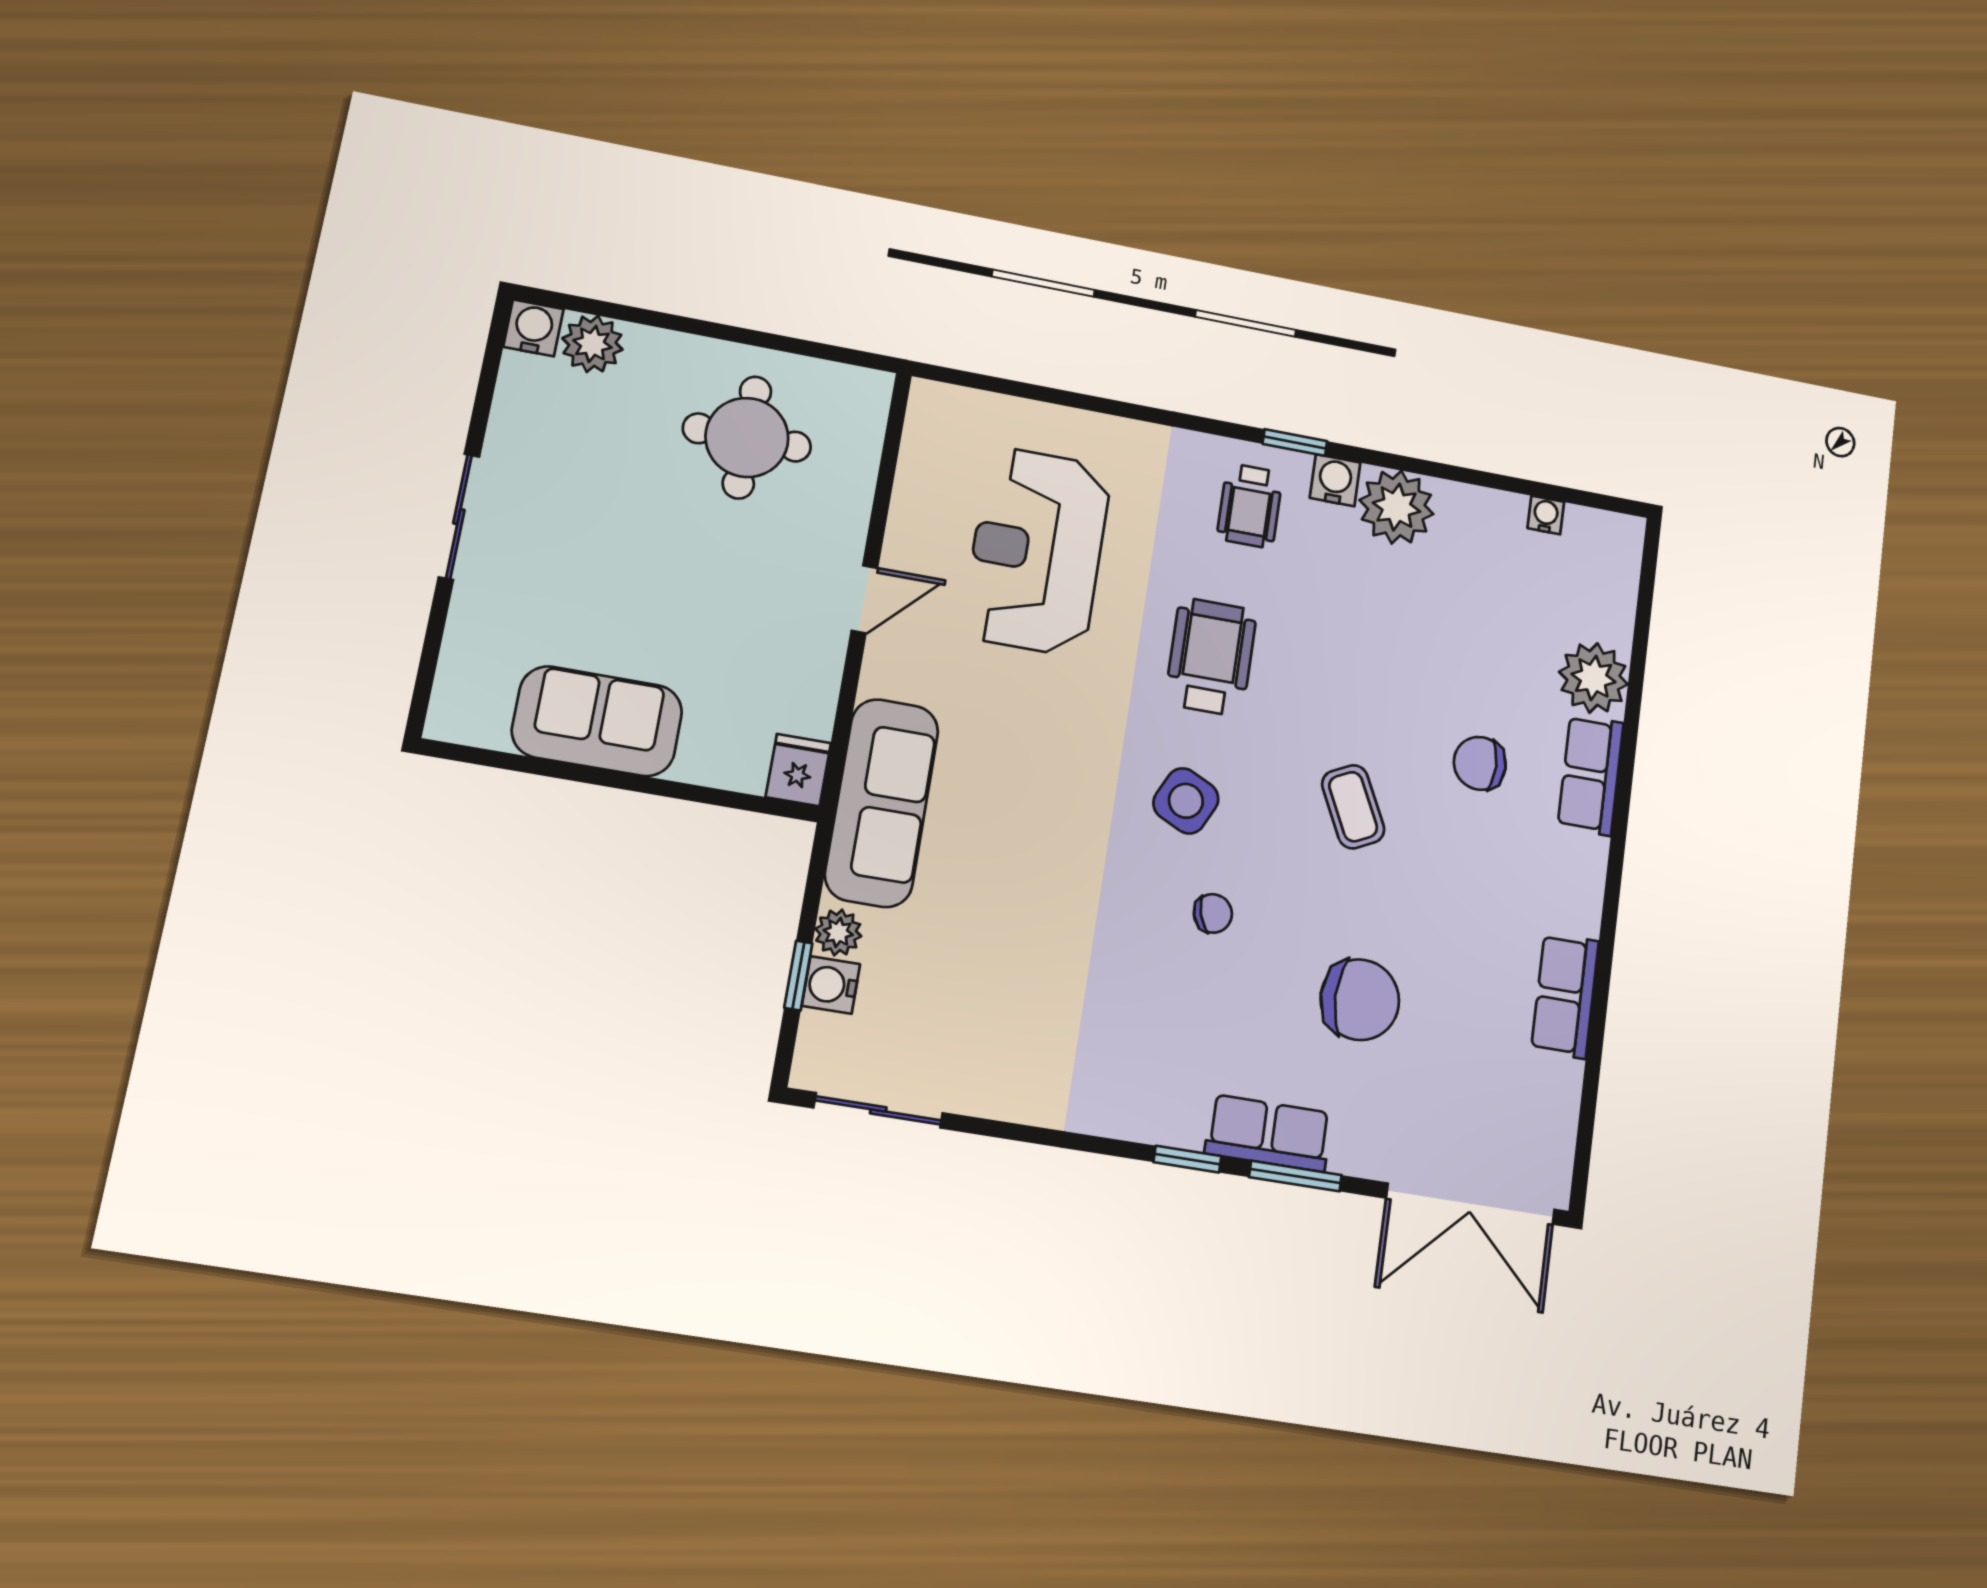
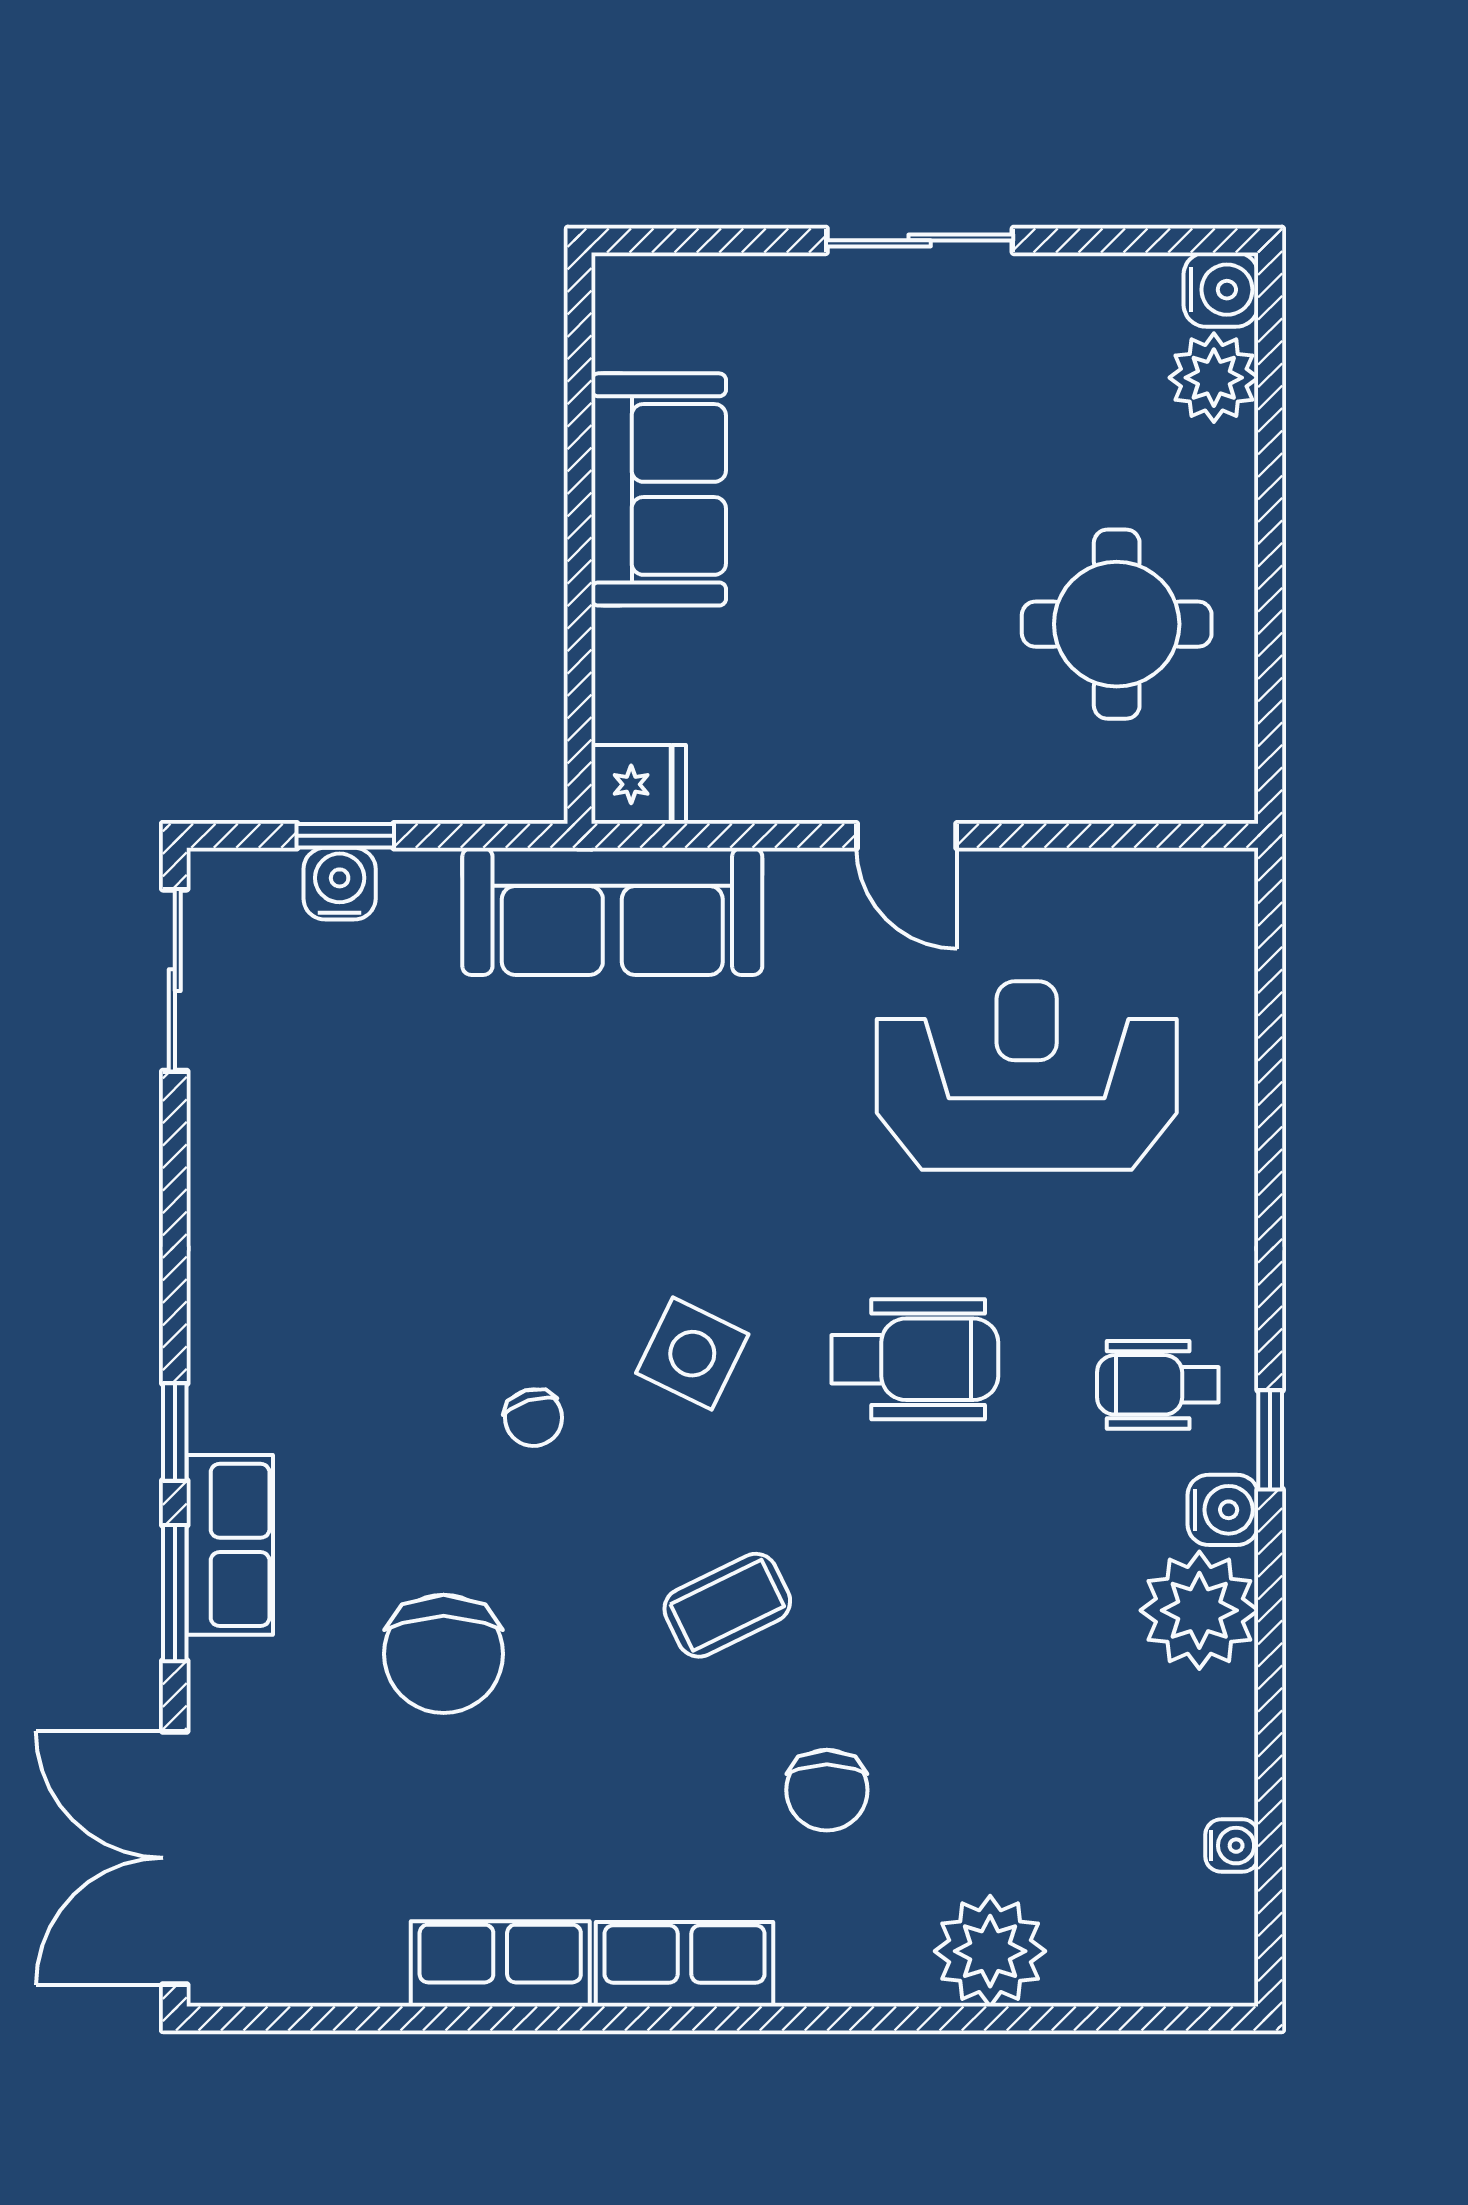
chair: (1480, 763) -> (827, 1790), turned 180
row of seats: (1591, 775) -> (684, 1964), moved
plant: (838, 932) -> (415, 881), removed

